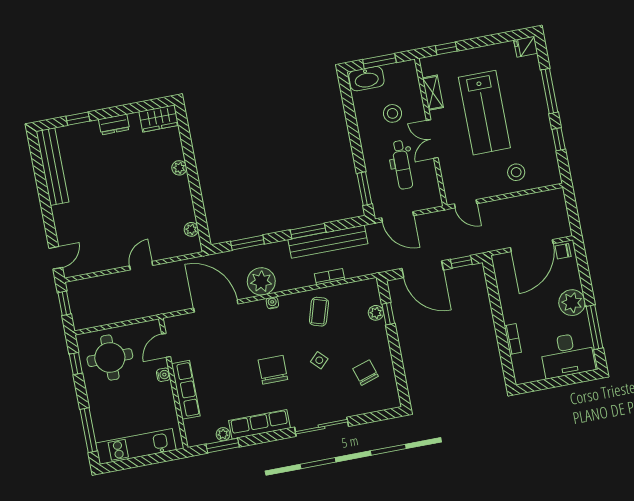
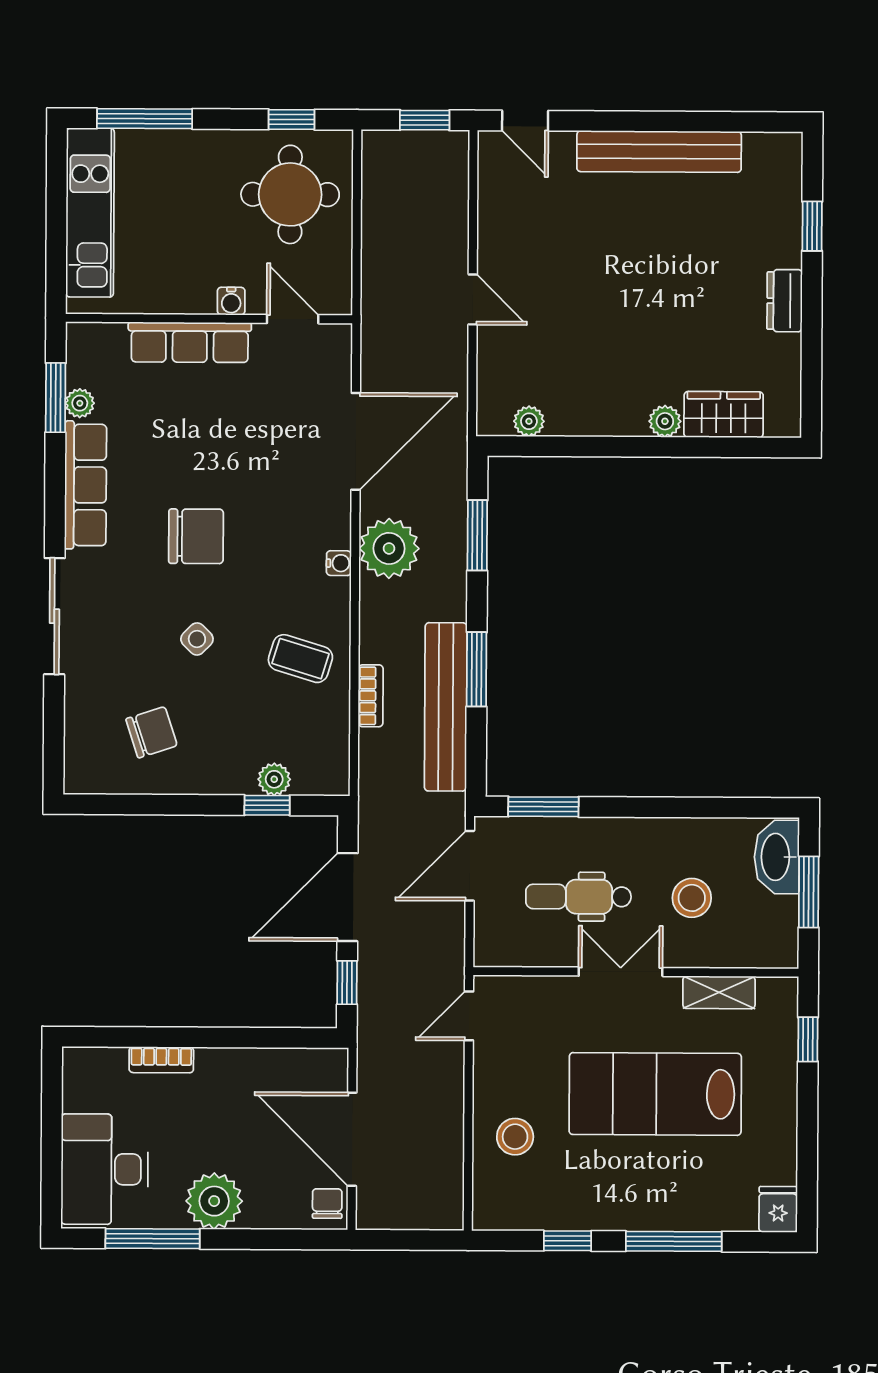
wardrobe: (159, 118) -> (724, 415), moved, turned 90
bench: (52, 167) -> (659, 152), moved

